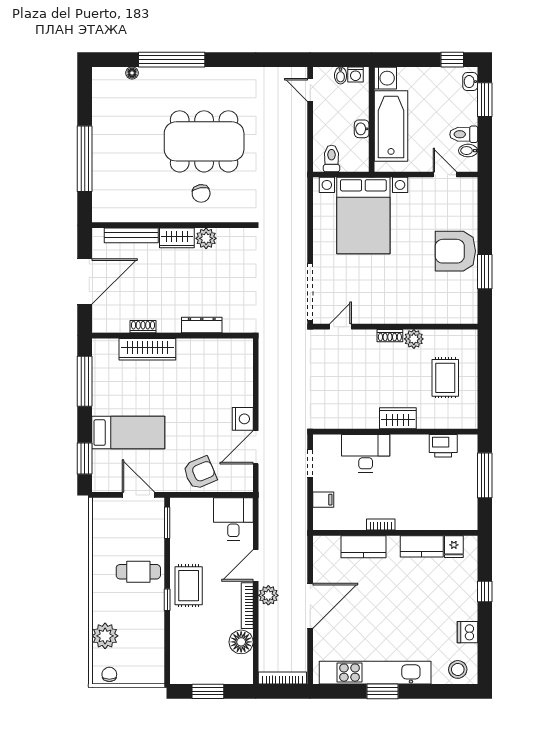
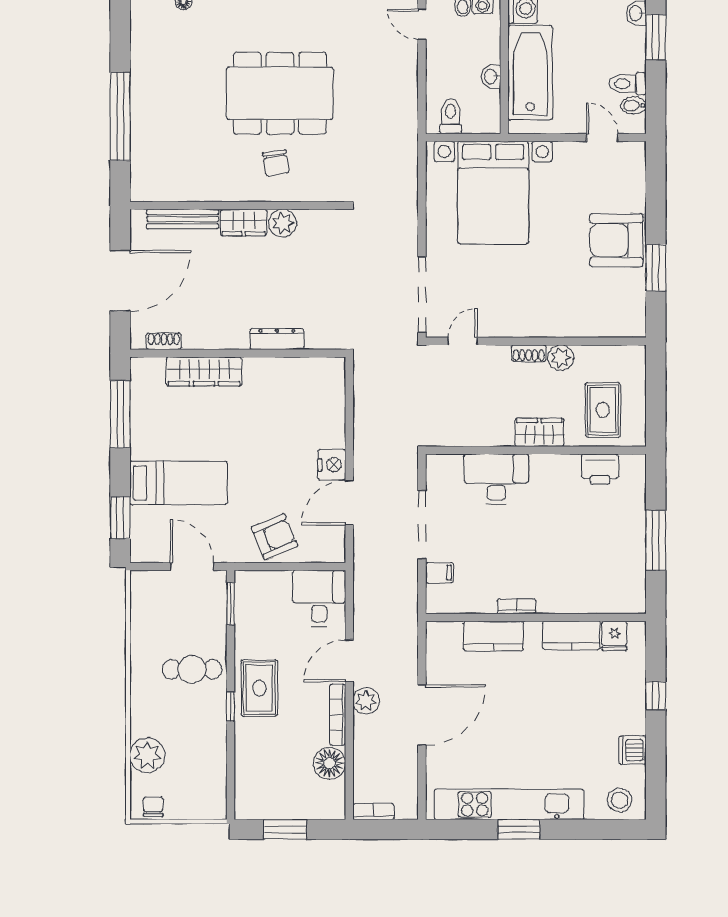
shoe rack: (143, 327) -> (164, 341), moved
wardrobe: (398, 418) -> (539, 432), moved
wall: (395, 432) -> (536, 450), moved
printer: (443, 446) -> (600, 469), moved
desk: (366, 453) -> (496, 479), moved
doorway: (310, 464) -> (422, 525), width x1.87
bookcase: (282, 678) -> (373, 811), width x0.64

